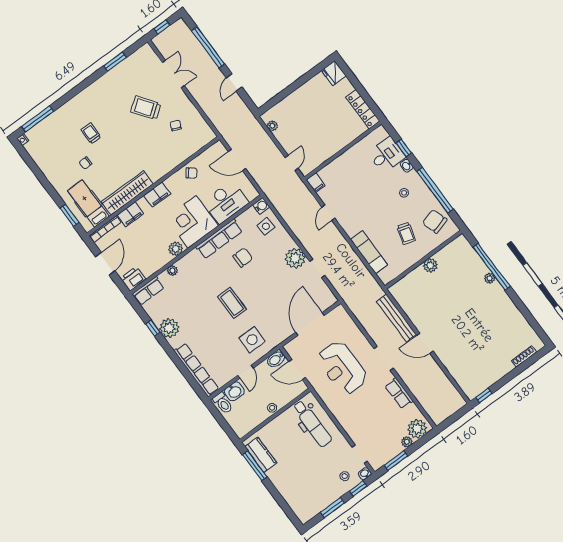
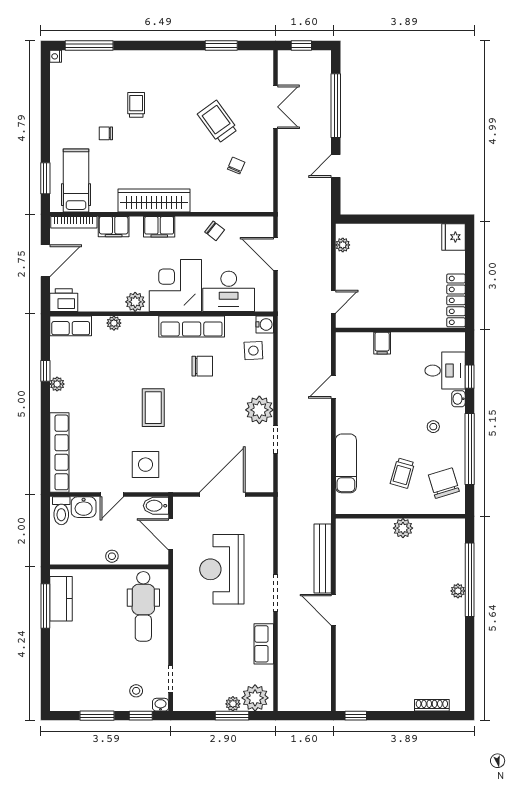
filing cabinet: (316, 183) -> (382, 343), moved
wardrobe: (127, 193) -> (154, 200), moved
plant: (169, 328) -> (57, 384), width x0.53, depth x0.53
window: (396, 461) -> (232, 716), moved

